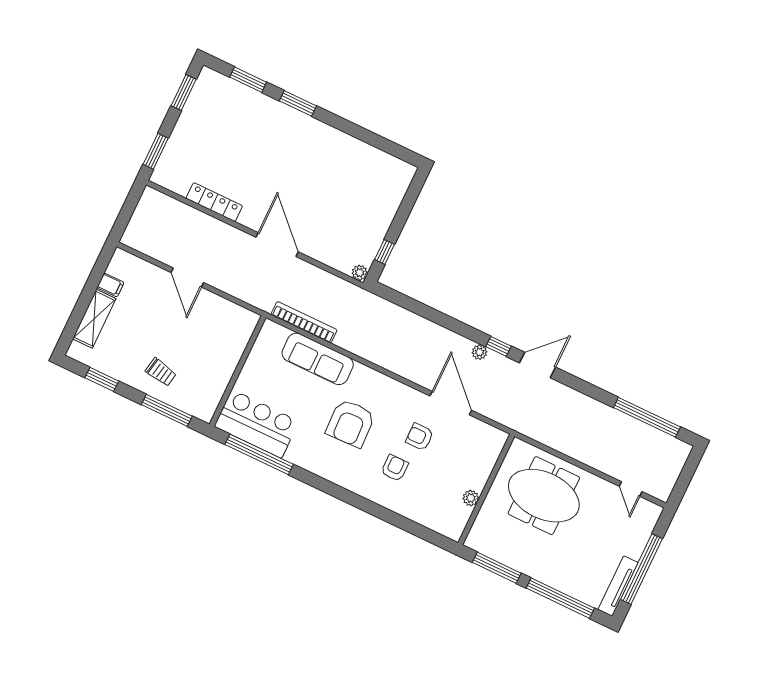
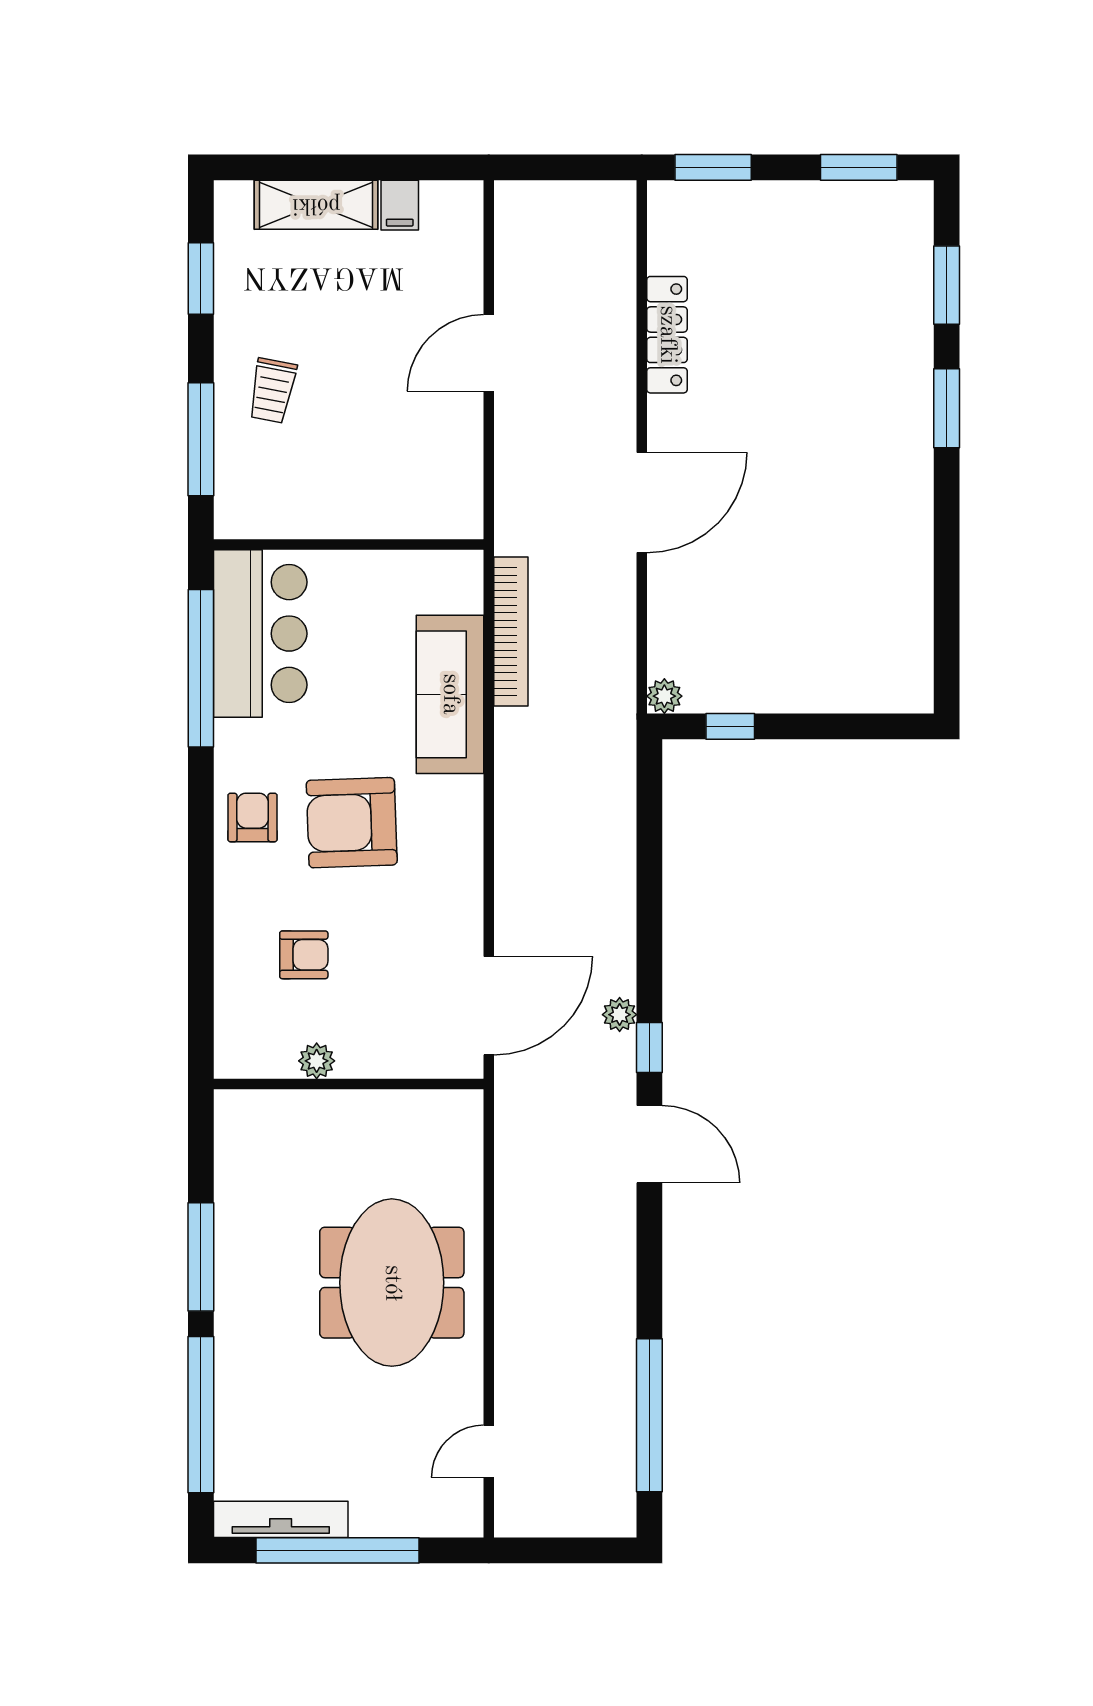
armchair: (420, 437) -> (253, 817), moved
wall: (486, 490) -> (349, 1084), moved
plant: (471, 498) -> (317, 1061), moved

